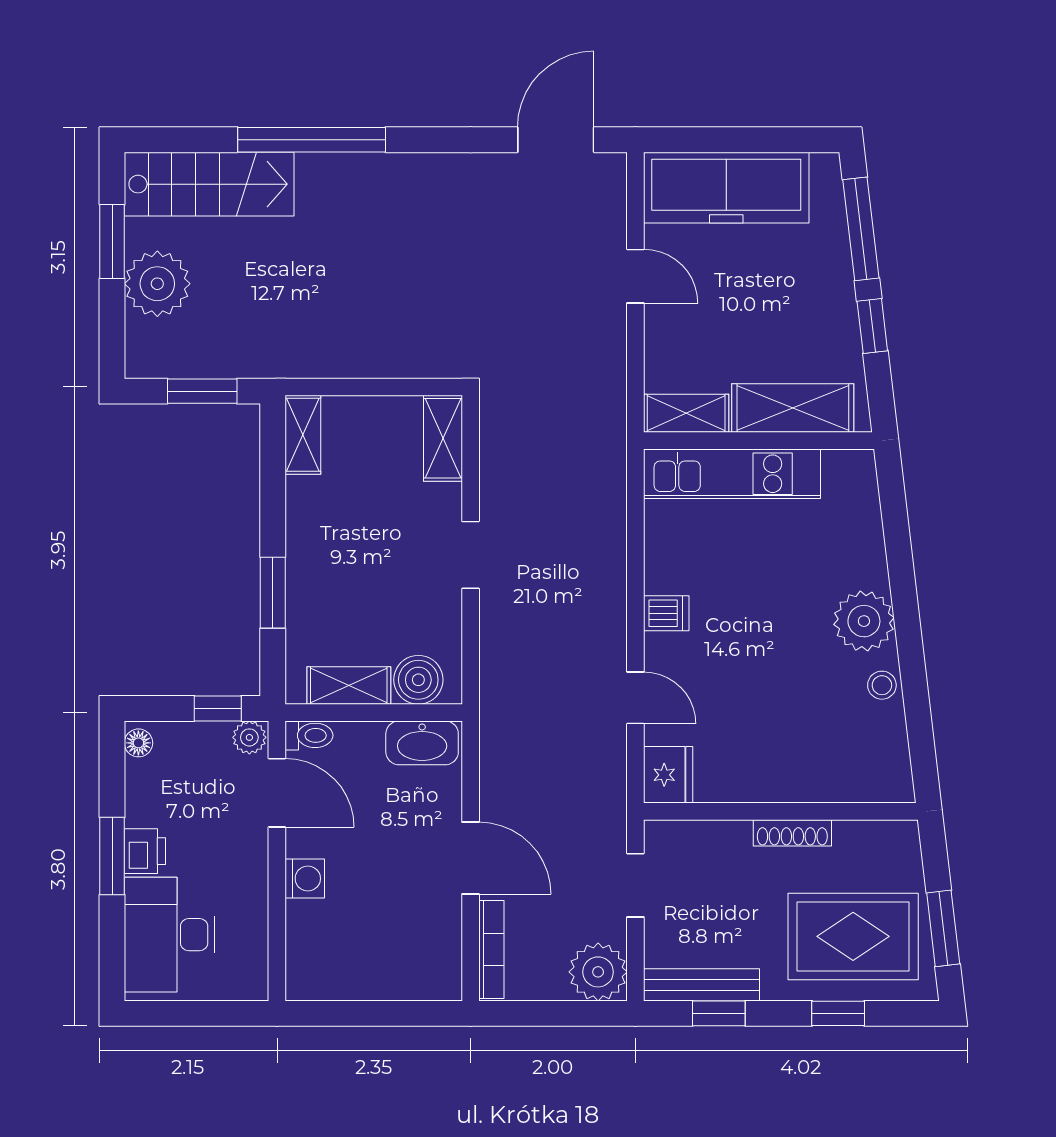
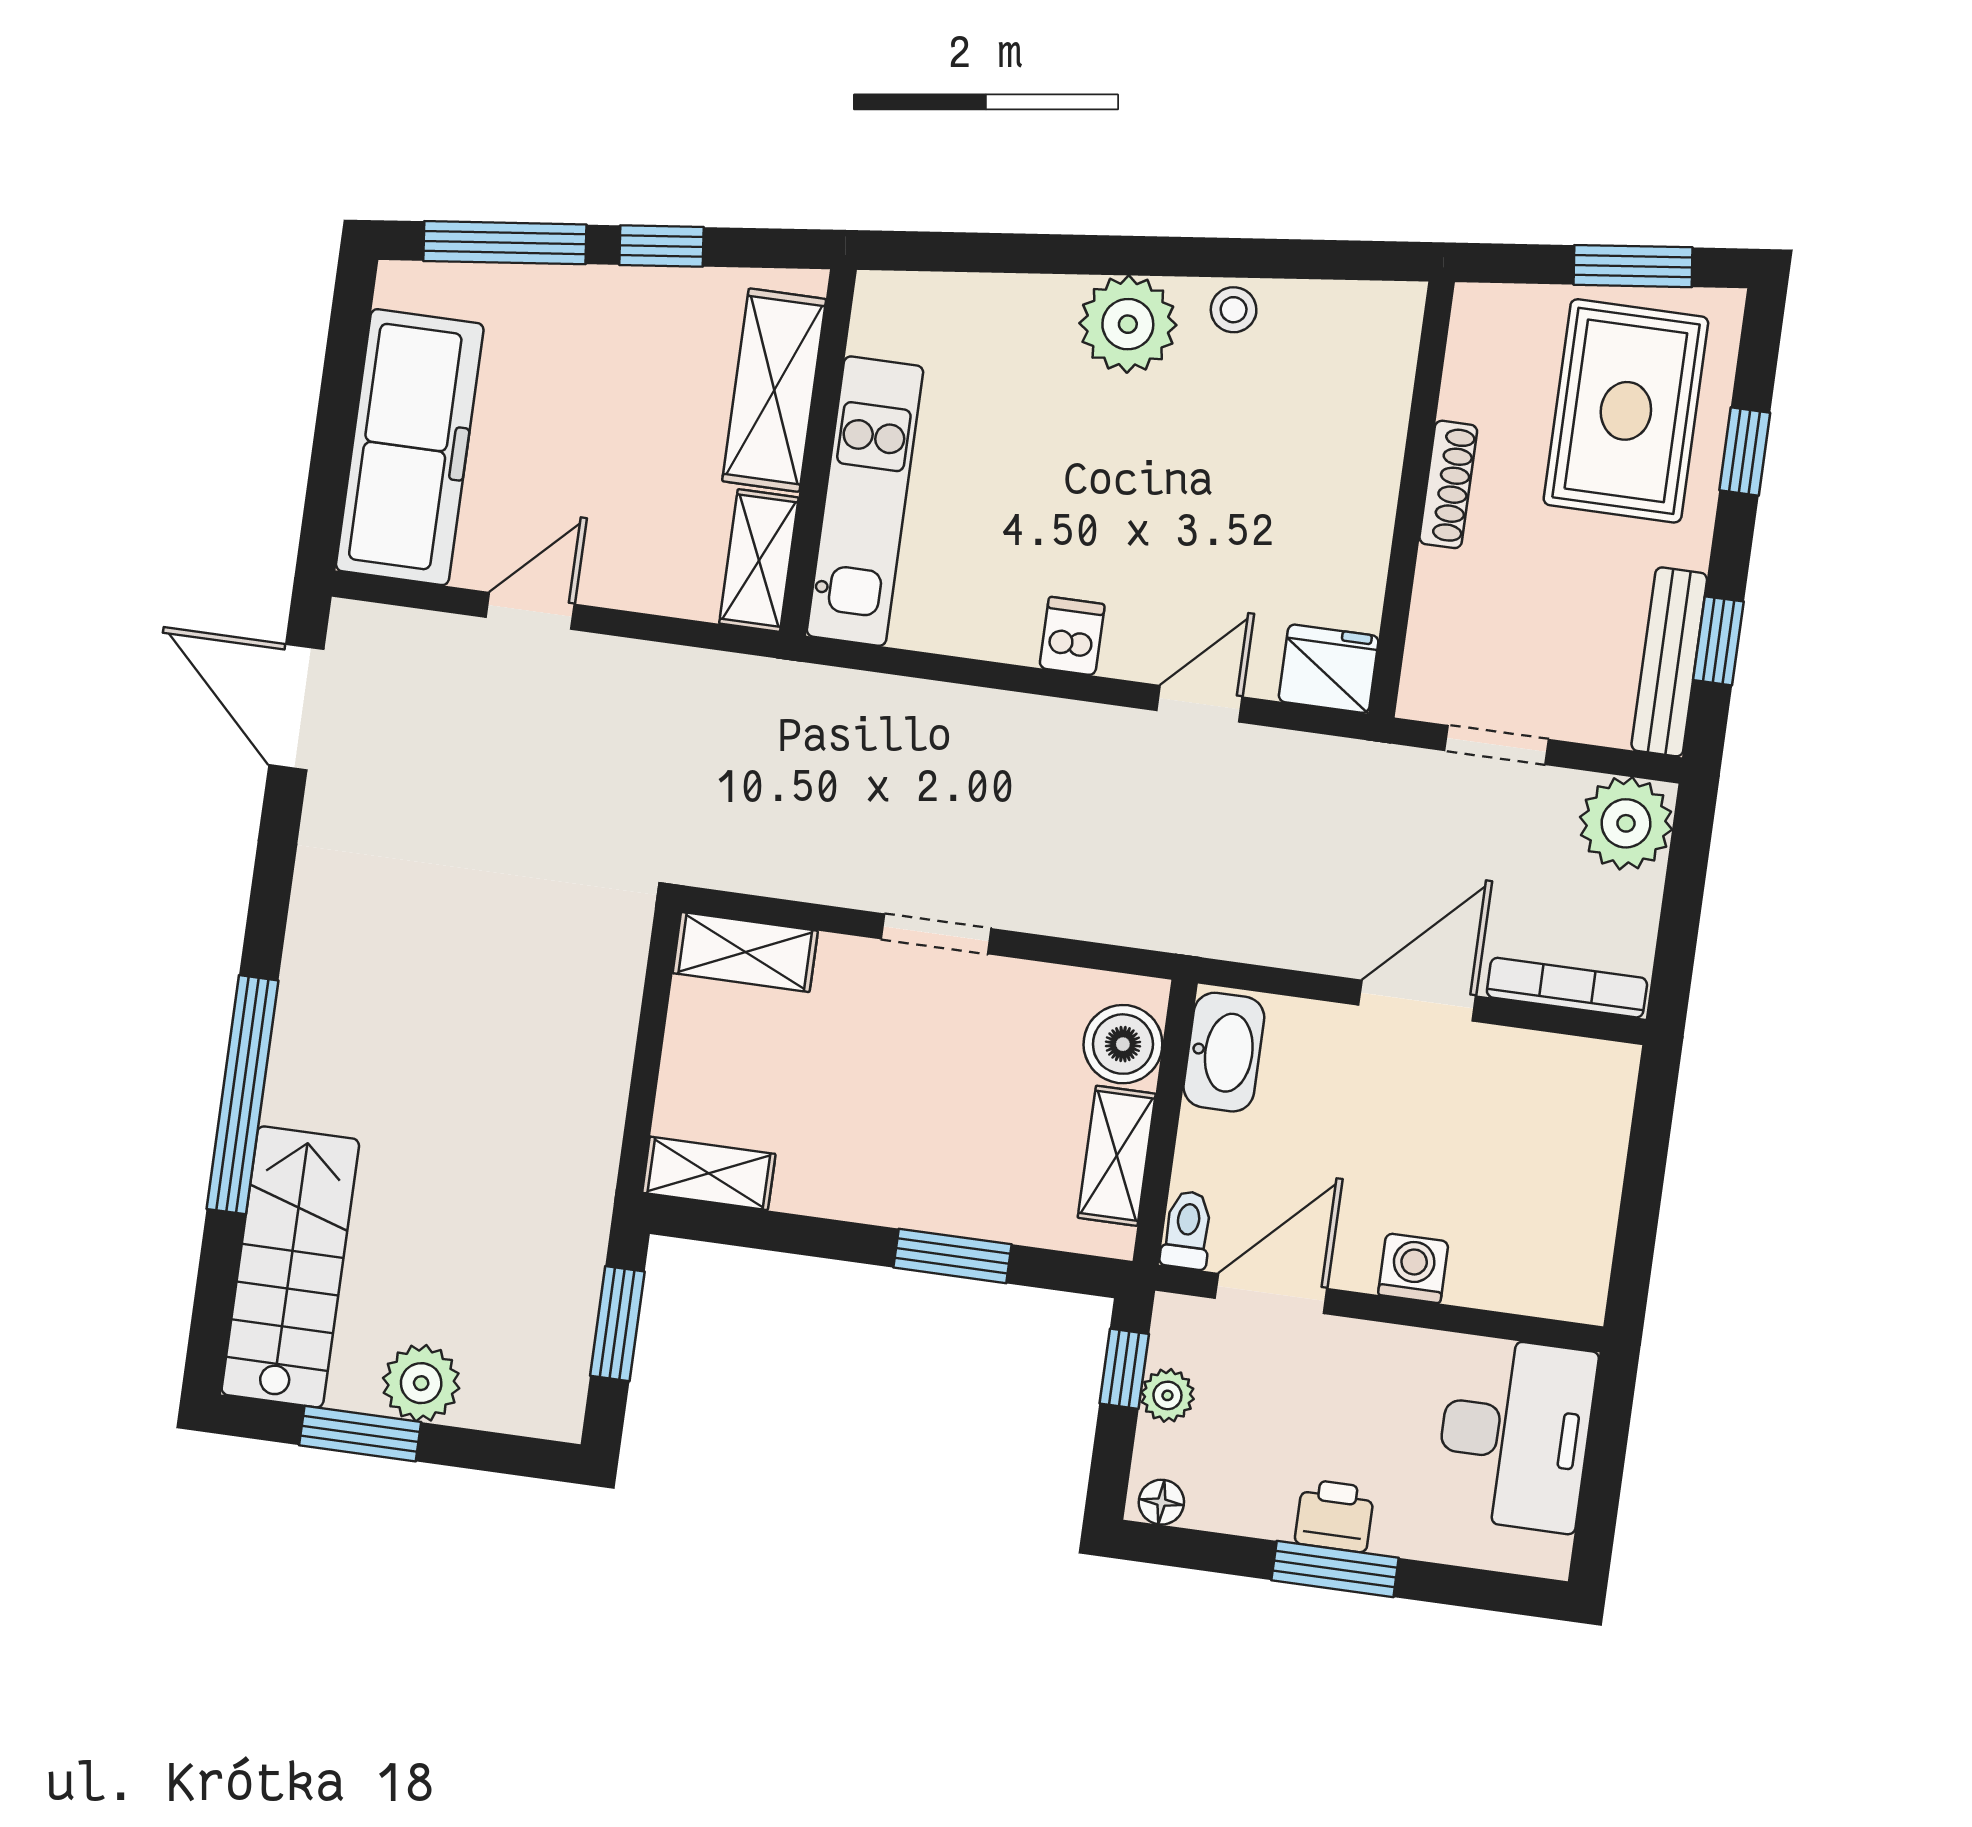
plant: (157, 284) -> (421, 1383), width x0.73, depth x0.73
plant: (249, 737) -> (1167, 1395), moved
desk: (170, 935) -> (1515, 1434), moved, turned -90

